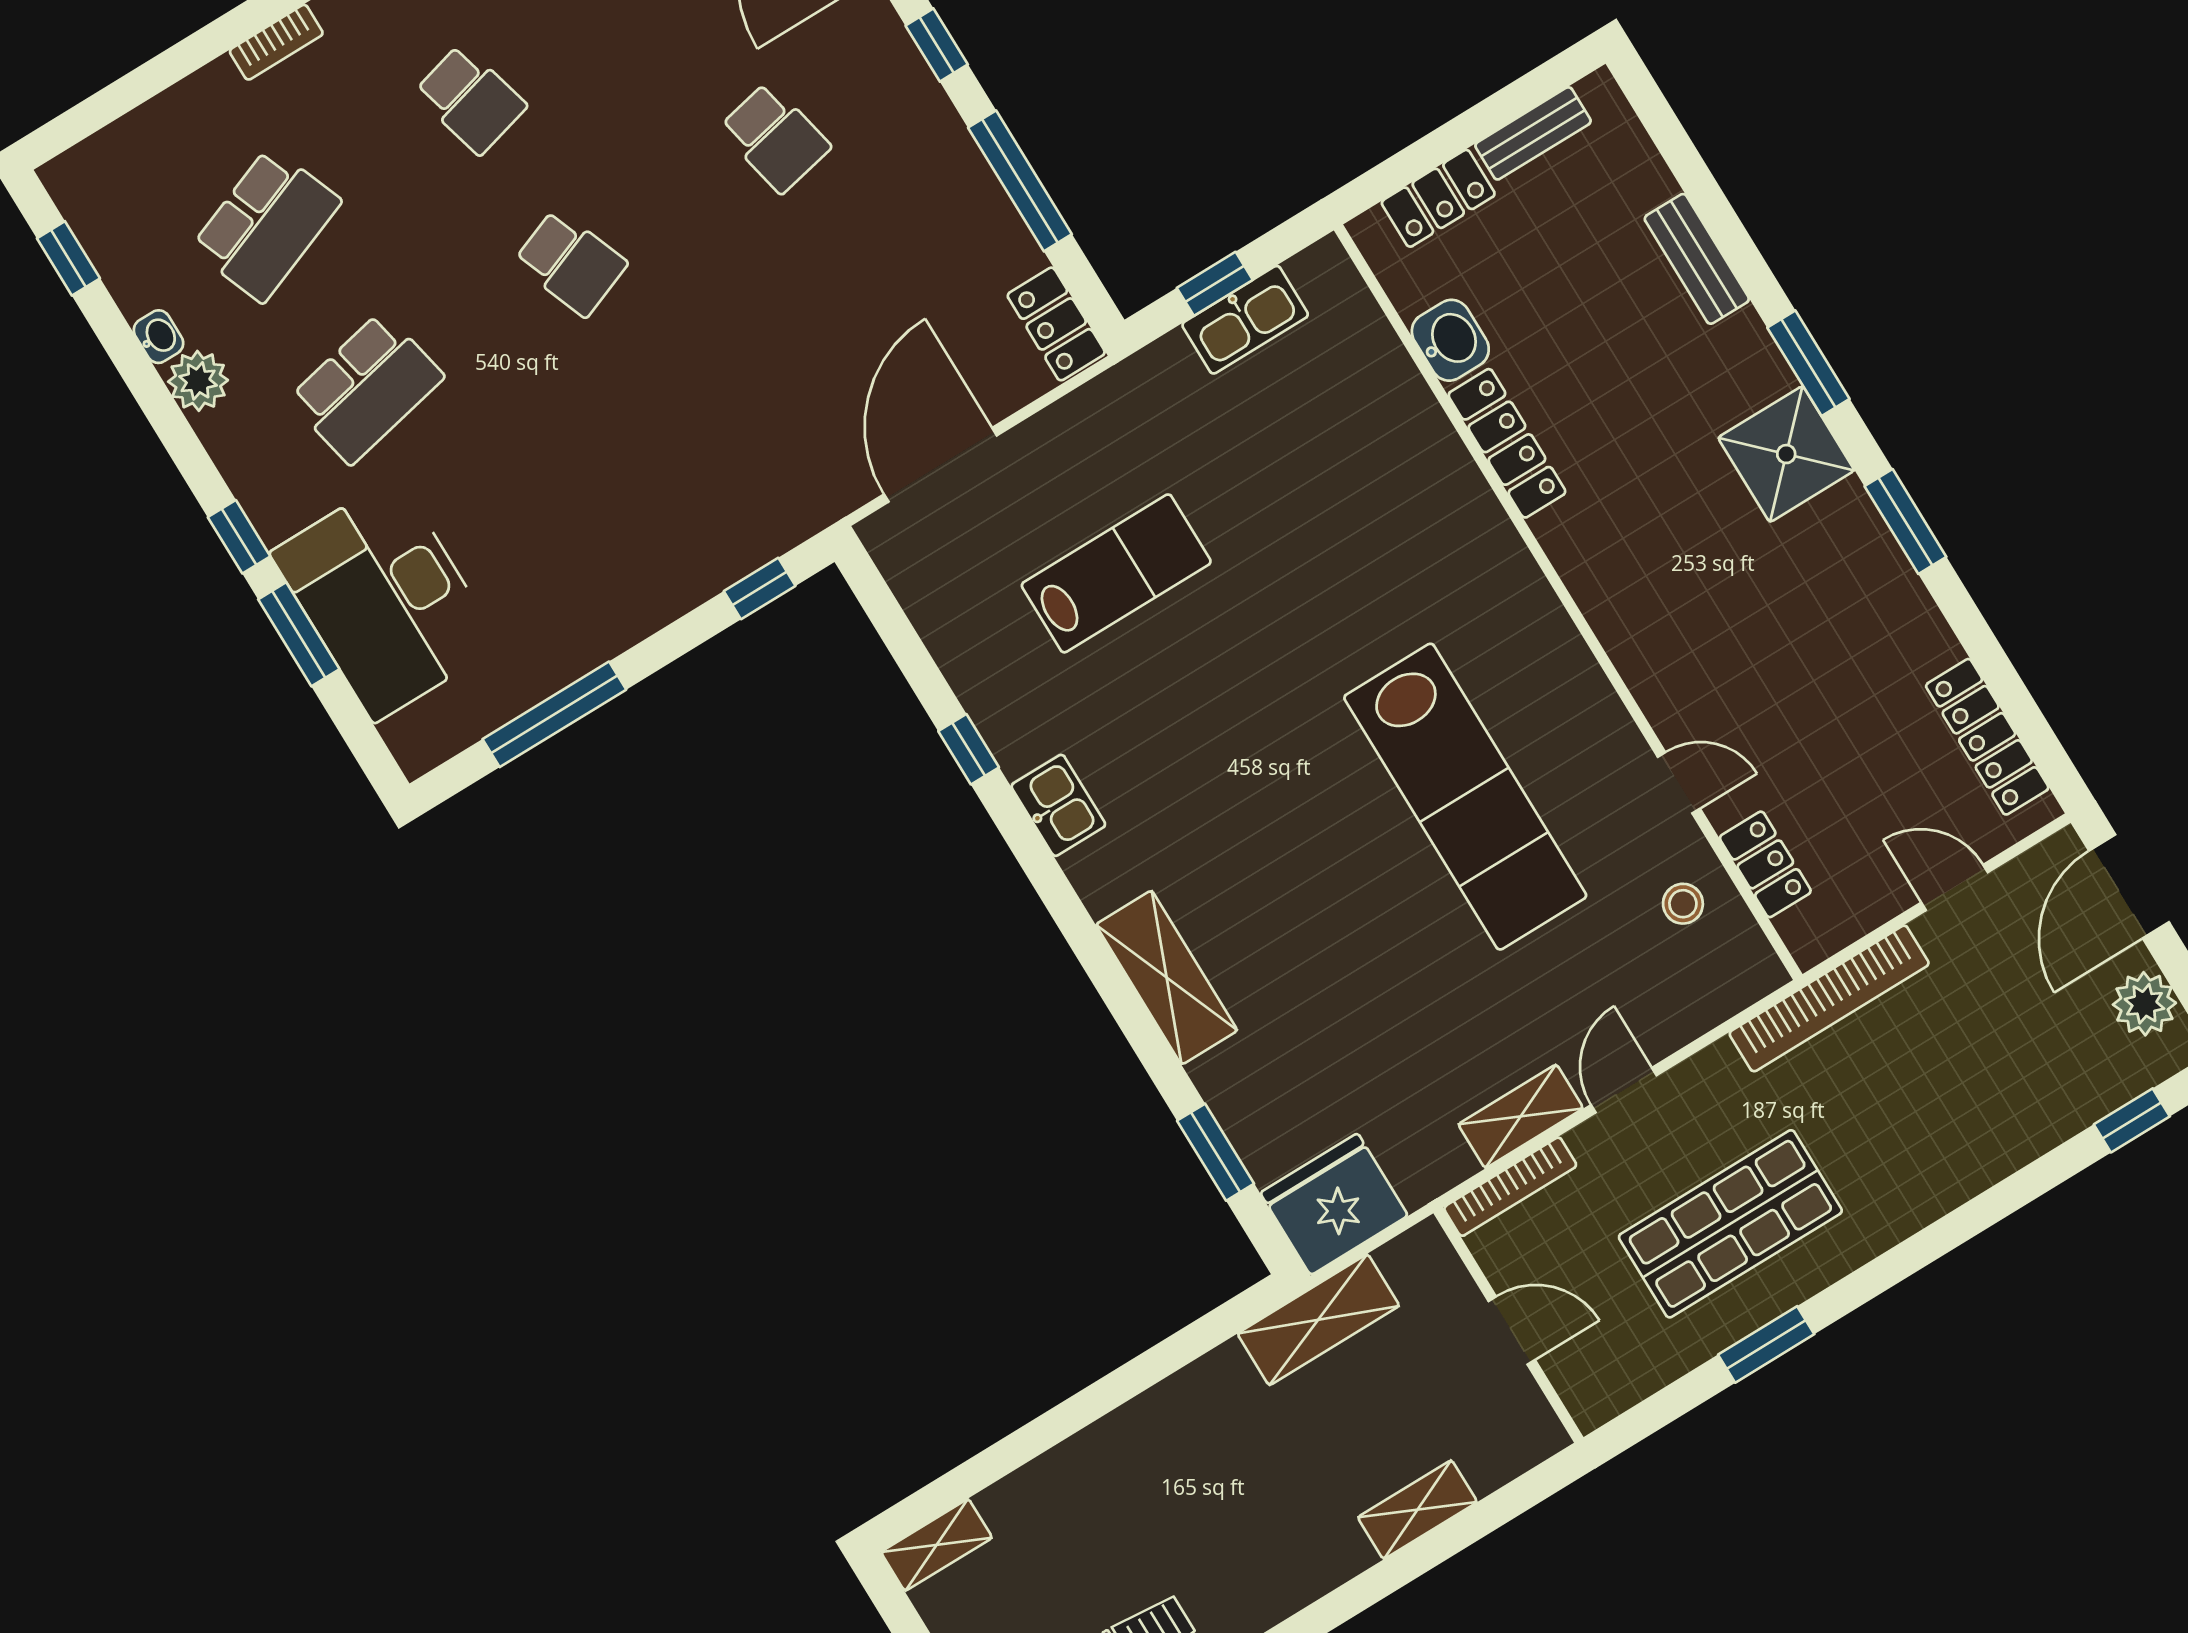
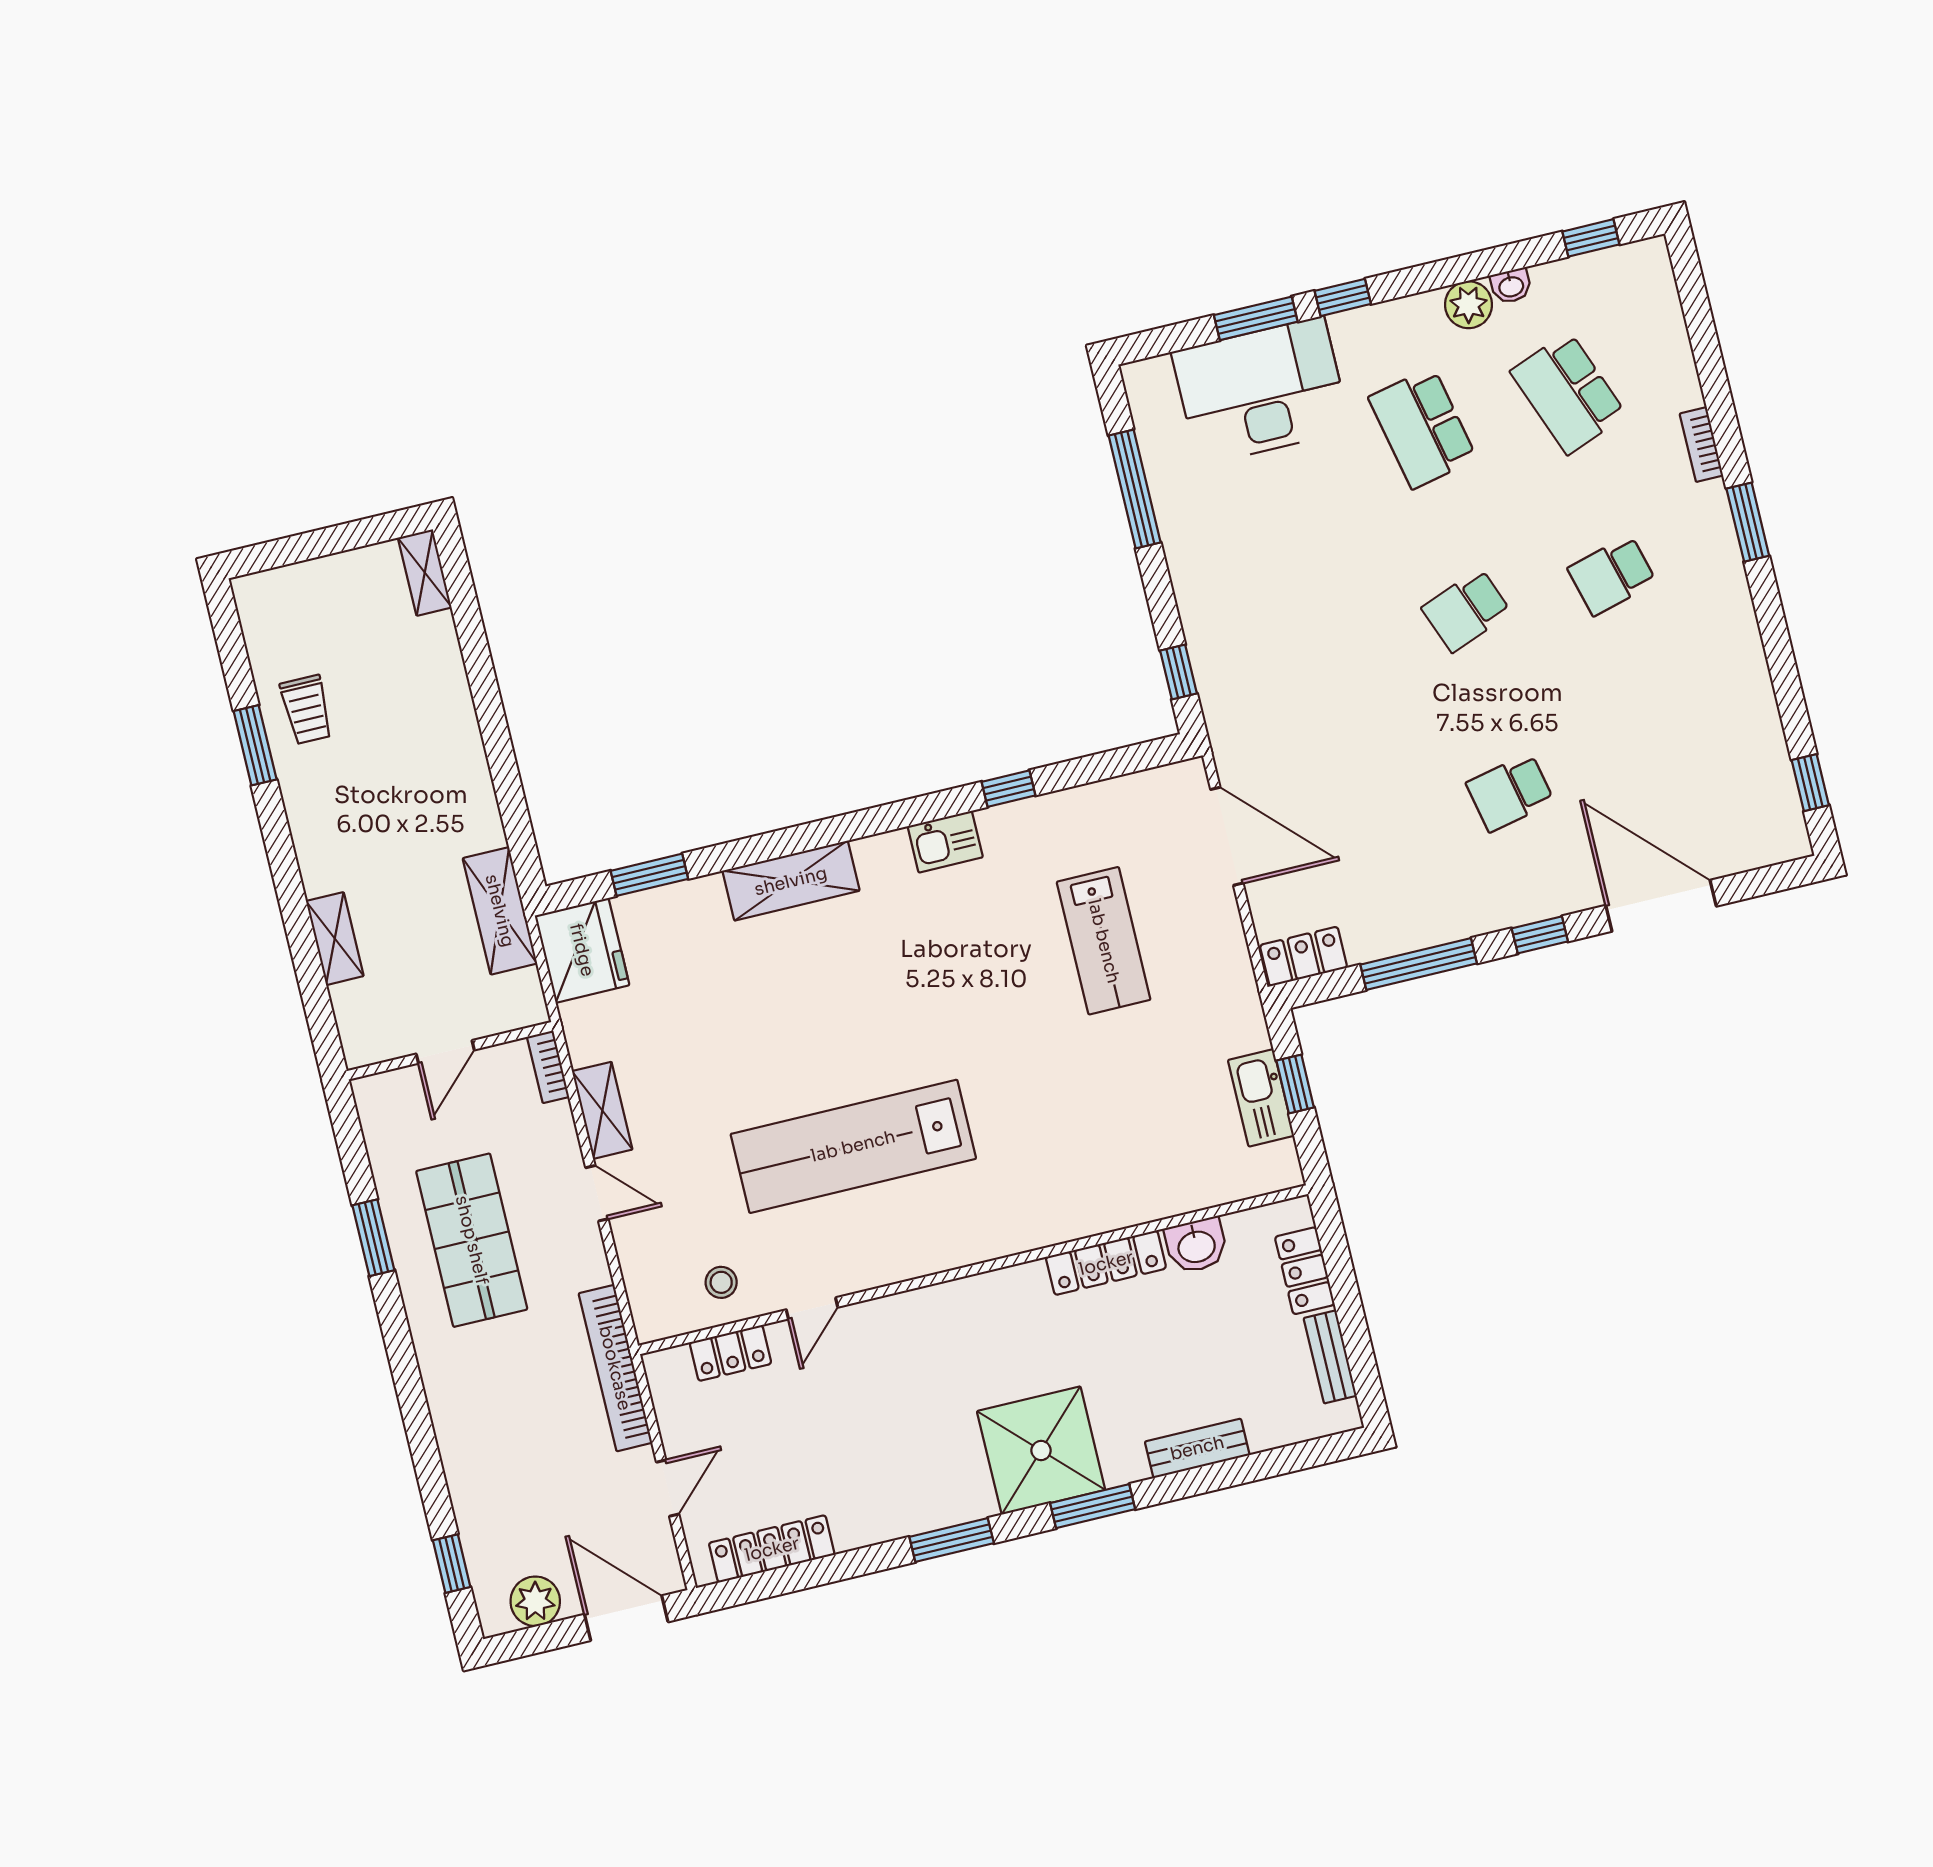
shower: (1786, 454) -> (1041, 1450), width x1.37, depth x1.37
bookcase: (1510, 1187) -> (548, 1067), width x0.64

